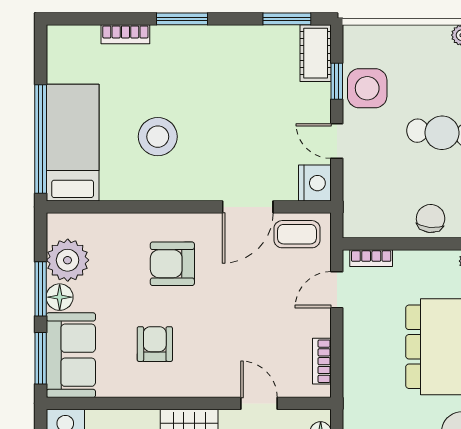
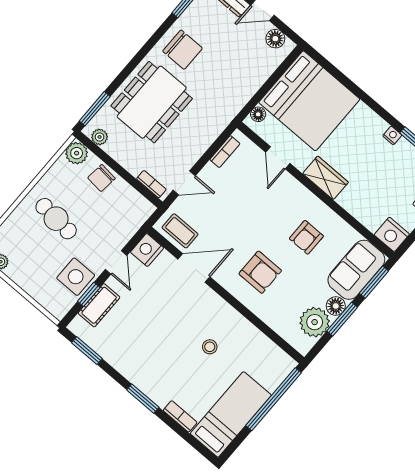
cot: (316, 53) -> (99, 305), moved
stool: (158, 137) -> (210, 347), width x0.53, depth x0.53
bed: (73, 143) -> (231, 414), moved, turned 180

